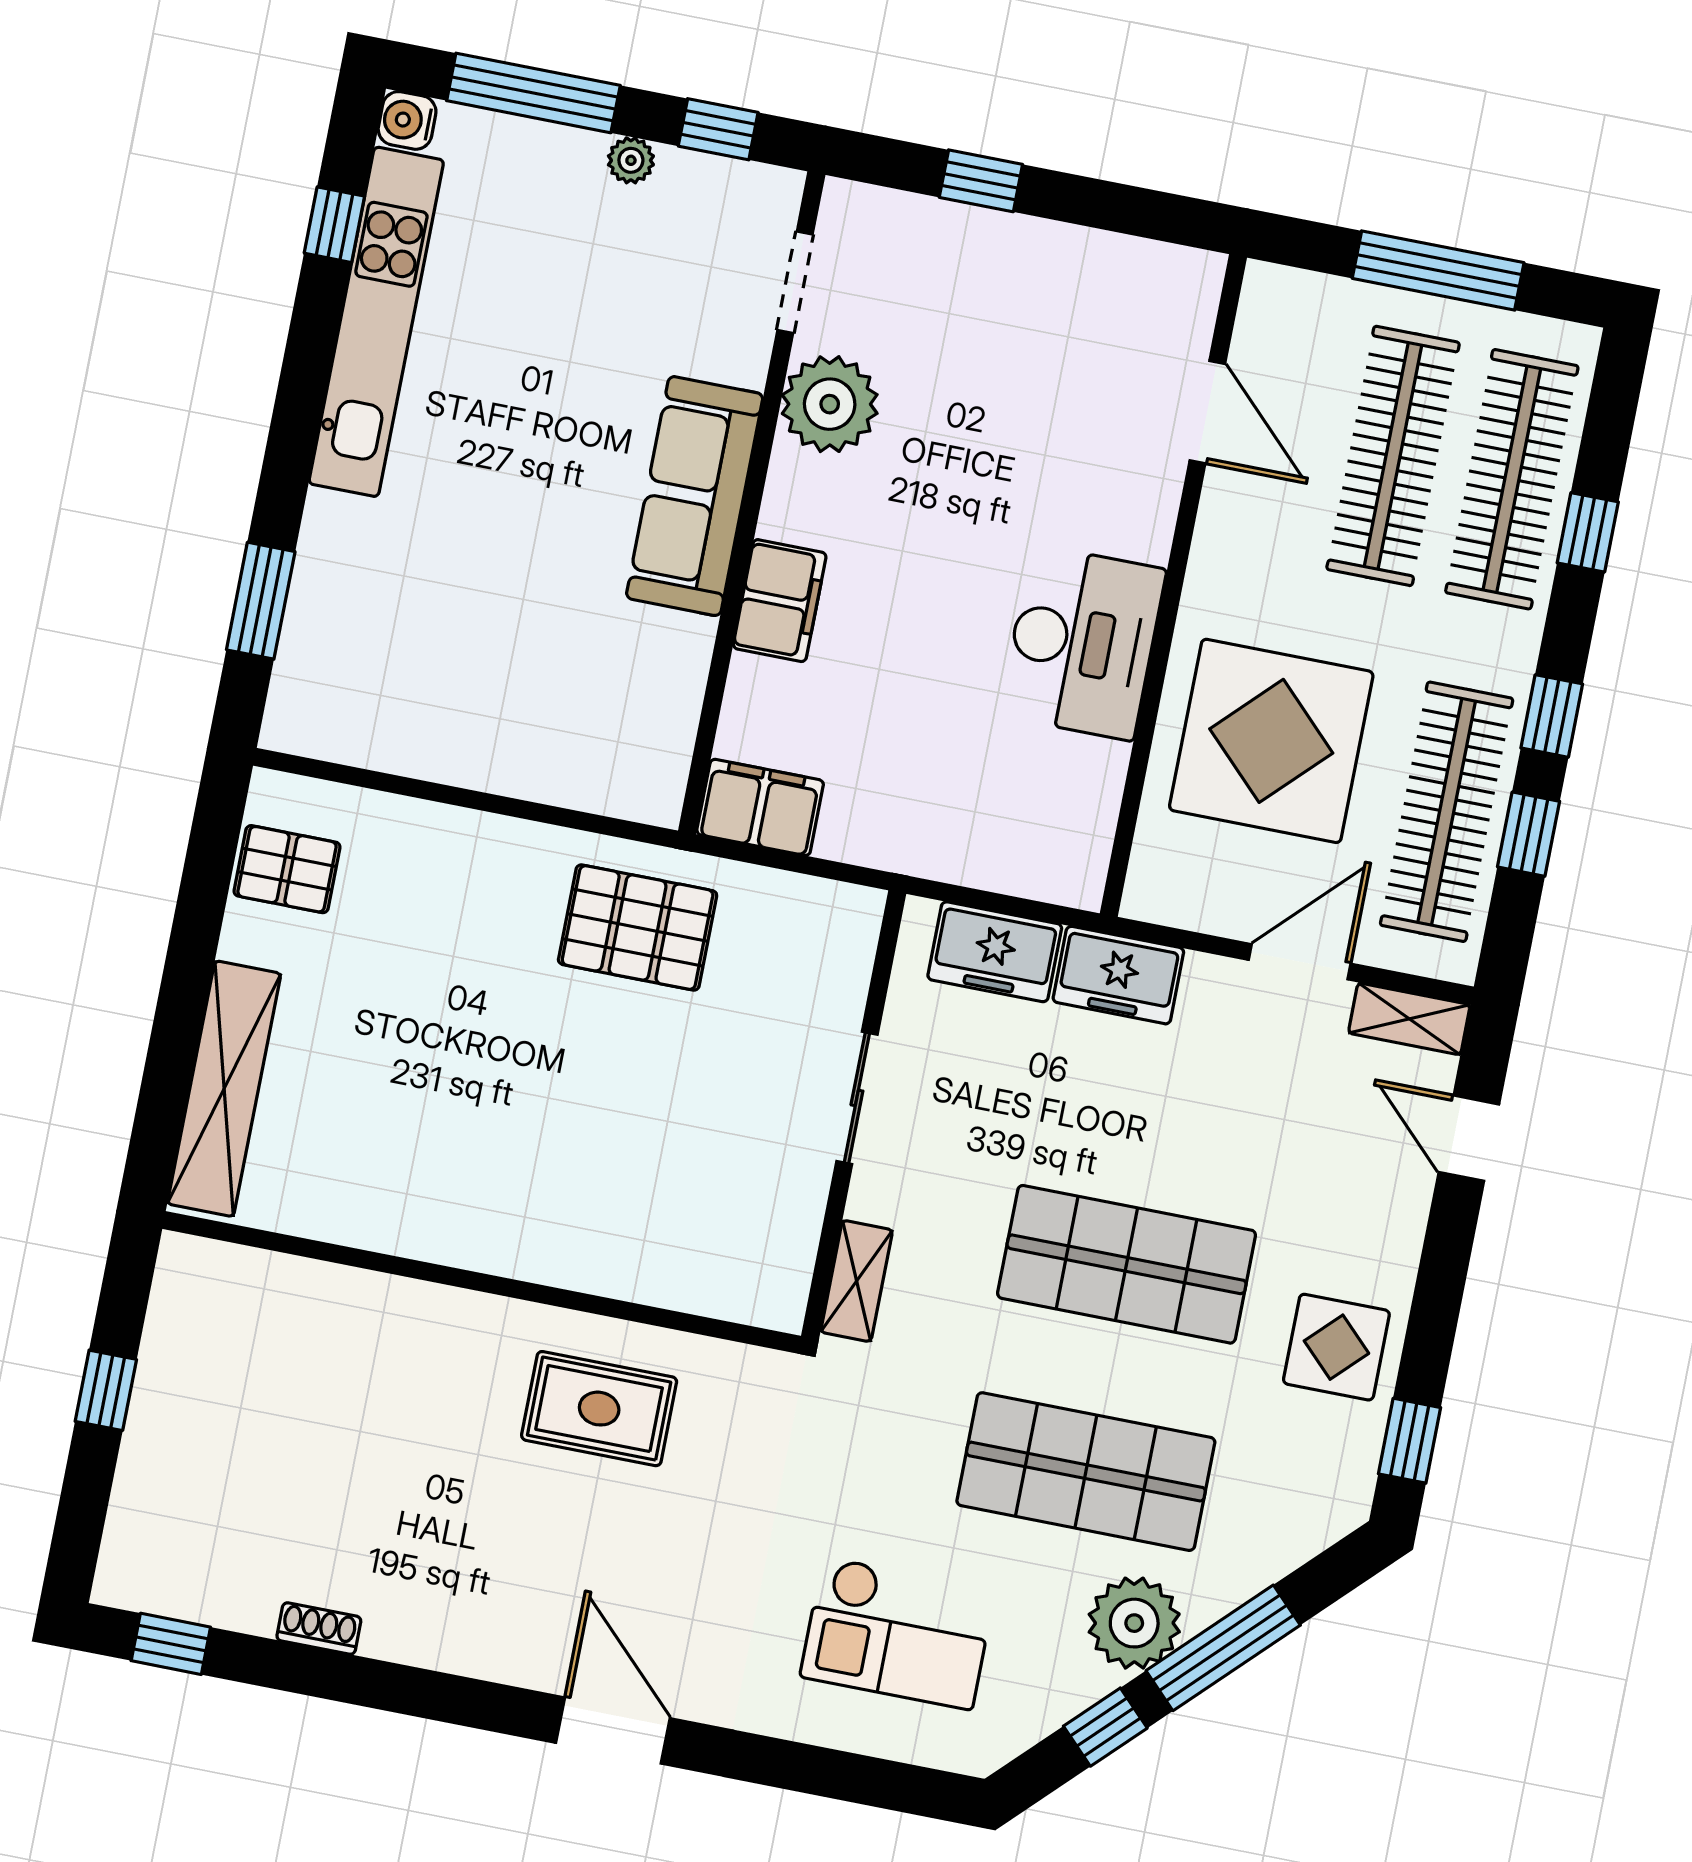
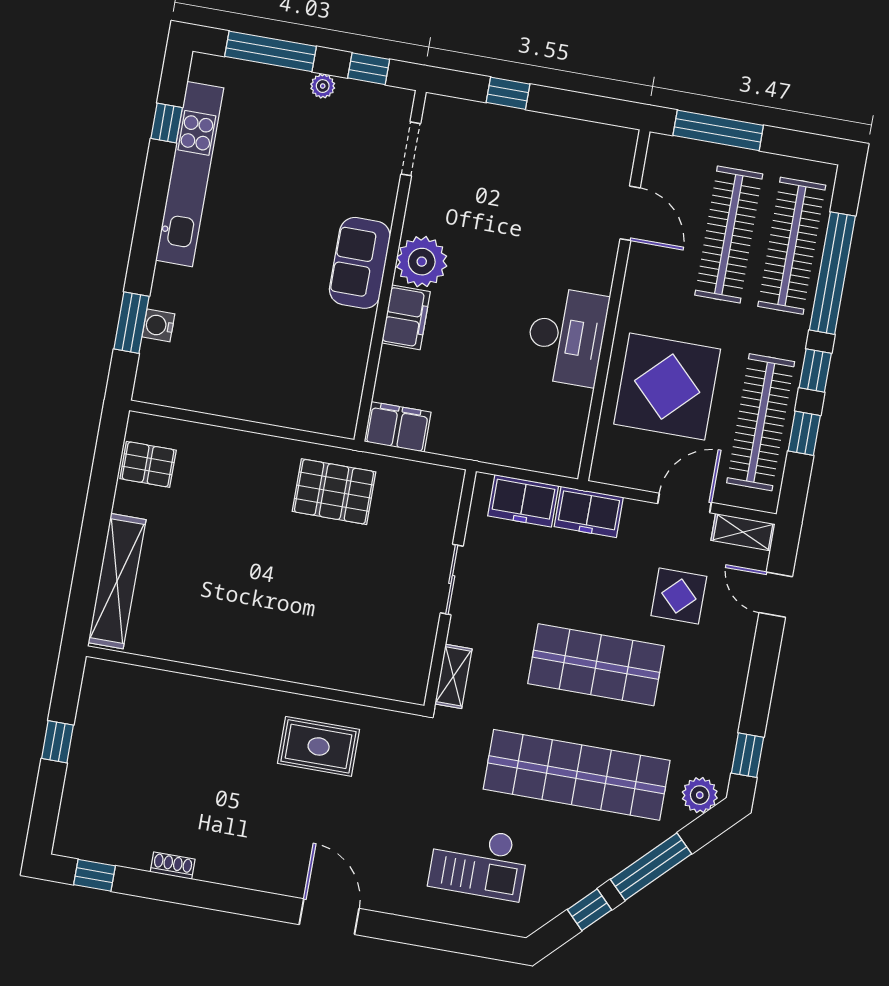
water cooler: (407, 120) -> (158, 325), moved
window: (1438, 270) -> (718, 130), moved
plant: (830, 404) -> (422, 262), moved
sofa: (695, 496) -> (360, 263), width x0.73
window: (1588, 532) -> (832, 273), width x3.17
display table: (1336, 1347) -> (679, 596), moved
shop shelf: (1086, 1472) -> (577, 775), width x1.40
plant: (1134, 1623) -> (700, 795), moved, width x0.73, depth x0.73

